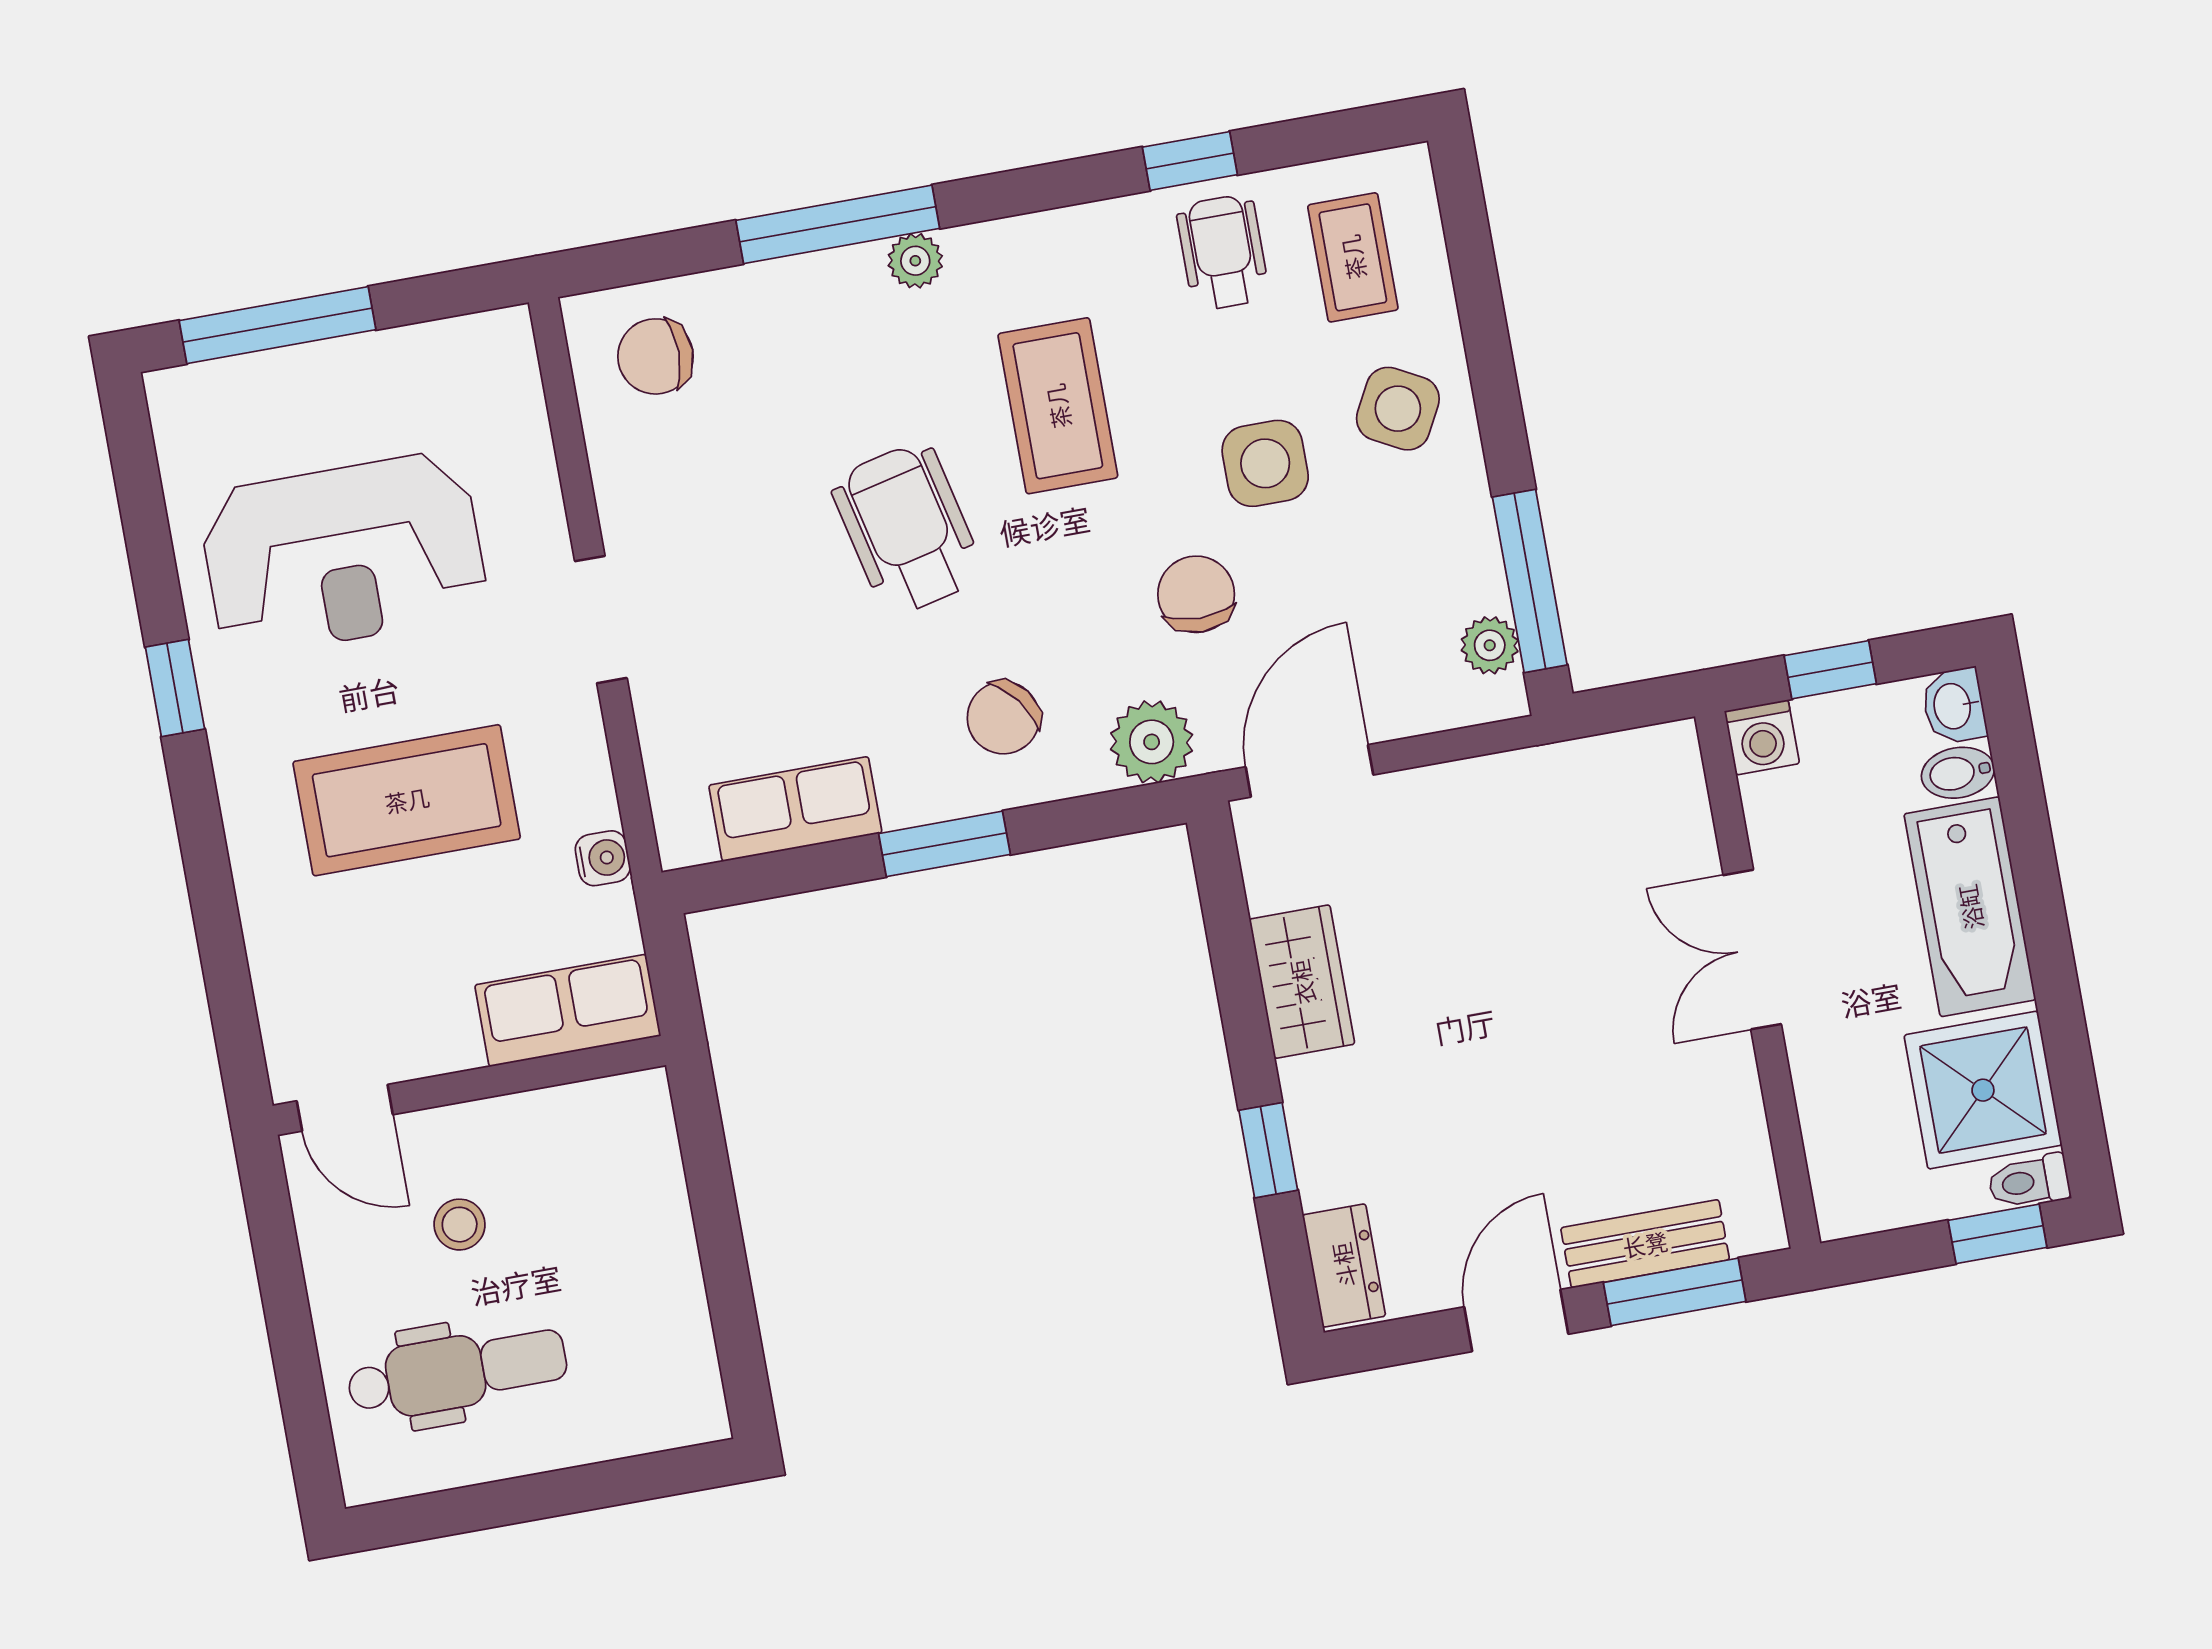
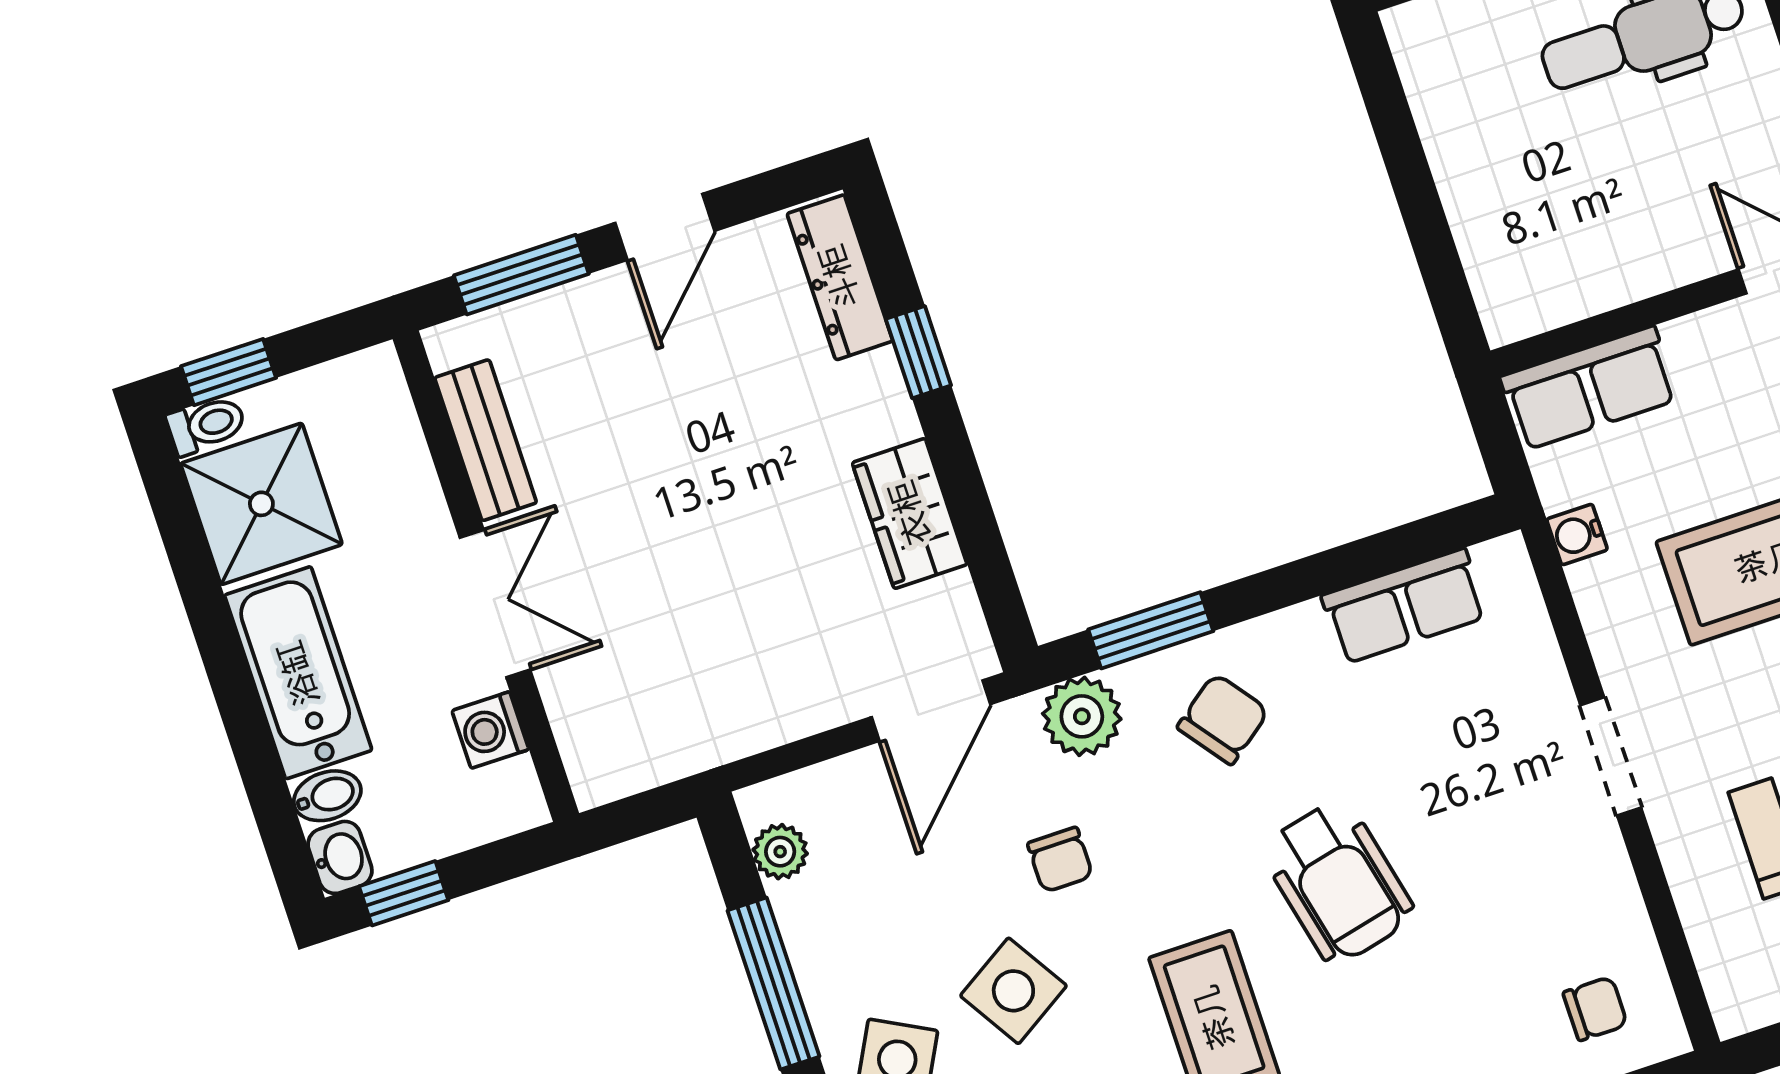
chair: (655, 356) -> (1595, 1009), width x0.73, depth x0.73
side table: (1265, 463) -> (1013, 991), turned -32
window: (1530, 581) -> (774, 984), moved
chair: (1196, 594) -> (1060, 860), width x0.73, depth x0.73
window: (1830, 670) -> (404, 893), moved
washing machine: (1762, 737) -> (490, 730), moved, turned -90
window: (944, 844) -> (1151, 630), moved
stool: (460, 1225) -> (1661, 174), removed
bench: (1645, 1244) -> (486, 440), moved, turned 90
dresser: (1344, 1265) -> (840, 277), width x1.44

